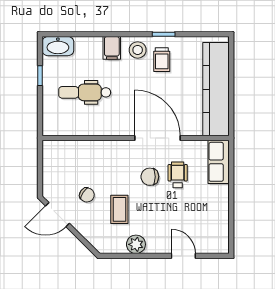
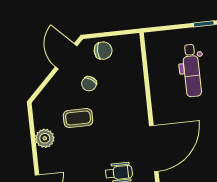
dental chair: (85, 92) -> (192, 71), turned 180
chair: (150, 177) -> (103, 51), moved, turned 90

